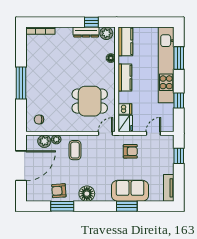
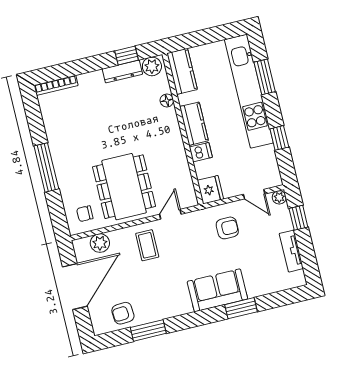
dining table: (90, 101) -> (124, 187), moved, width x1.38
dishwasher: (125, 109) -> (201, 152), moved
door: (105, 133) -> (170, 214), moved
door: (153, 133) -> (254, 194), swing flipped
plant: (56, 139) -> (279, 197), moved
tv unit: (169, 188) -> (291, 251), moved
armchair: (59, 191) -> (123, 313), moved
sofa: (130, 191) -> (217, 290), moved
floor lamp: (87, 194) -> (179, 304), removed

